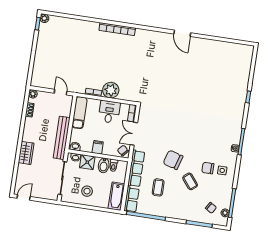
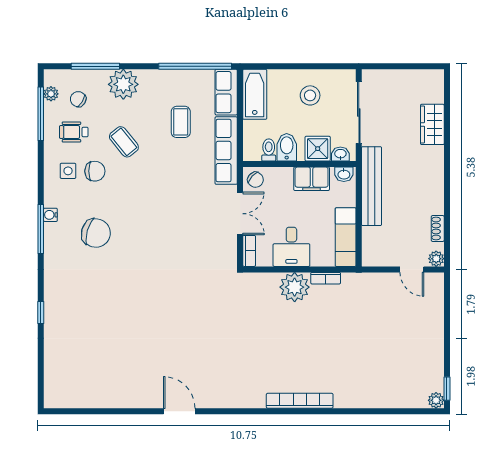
door: (61, 92) -> (412, 269), moved
filing cabinet: (98, 147) -> (312, 179), width x2.00
wardrobe: (26, 153) -> (432, 124), moved
chair: (173, 160) -> (96, 233), moved
wheelchair: (216, 191) -> (74, 132), added
door: (24, 197) -> (424, 66), removed
plant: (186, 212) -> (123, 84), added

